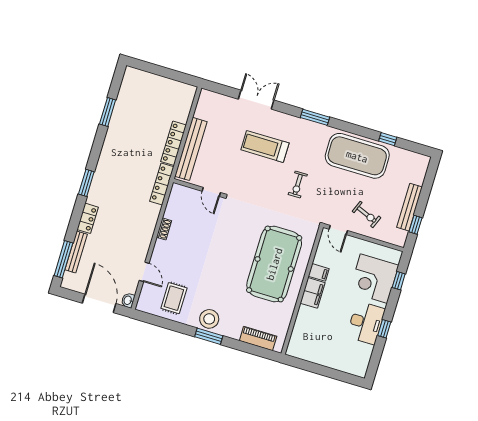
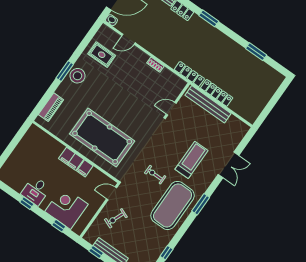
exercise mat: (357, 156) -> (173, 205), moved
desk: (366, 323) -> (36, 191), width x0.73

